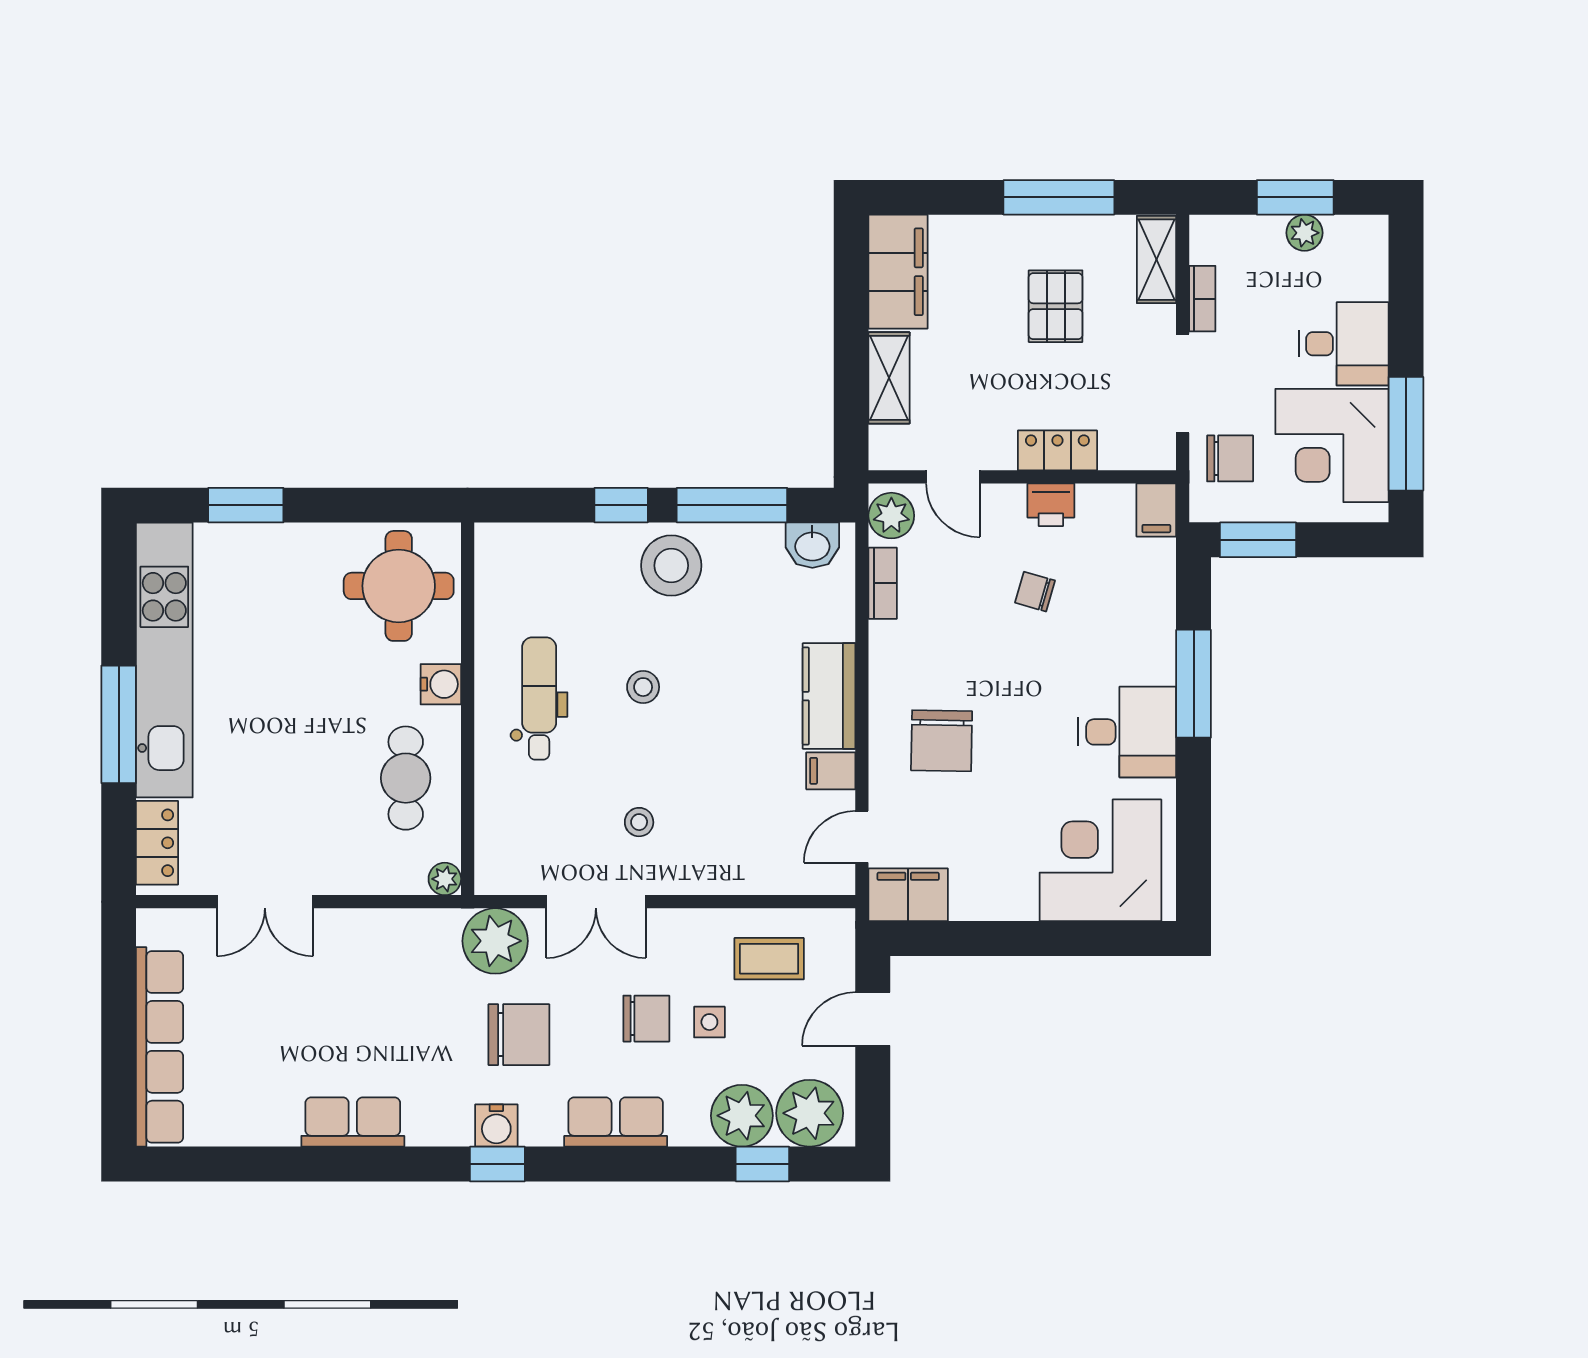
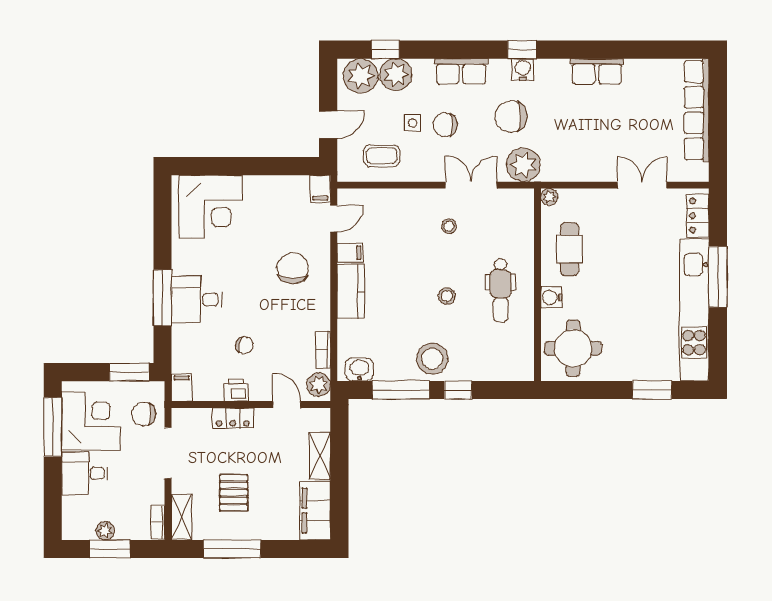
bookcase: (1202, 299) -> (158, 522), moved
desk: (1127, 732) -> (197, 300), moved
filing cabinet: (908, 895) -> (320, 189), width x0.50

